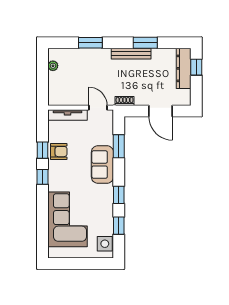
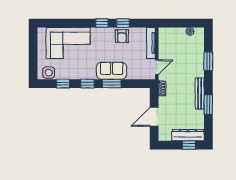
window: (119, 146) -> (112, 84), moved

